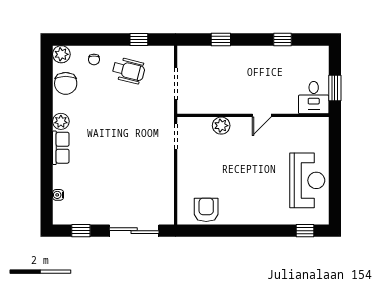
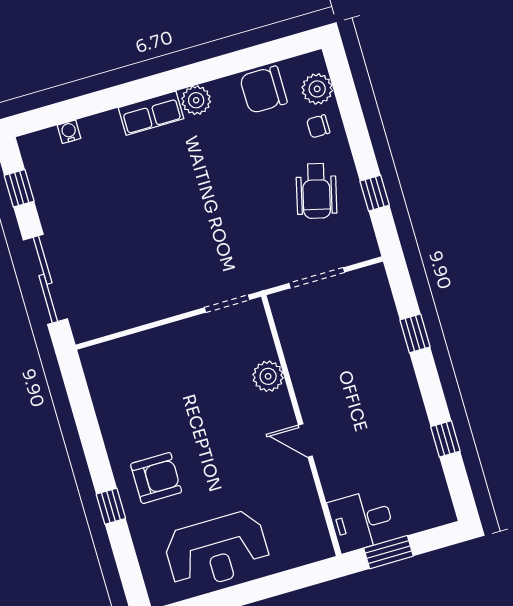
plant: (61, 54) -> (317, 89), moved
armchair: (206, 210) -> (156, 478), moved
window: (305, 231) -> (111, 506), moved

